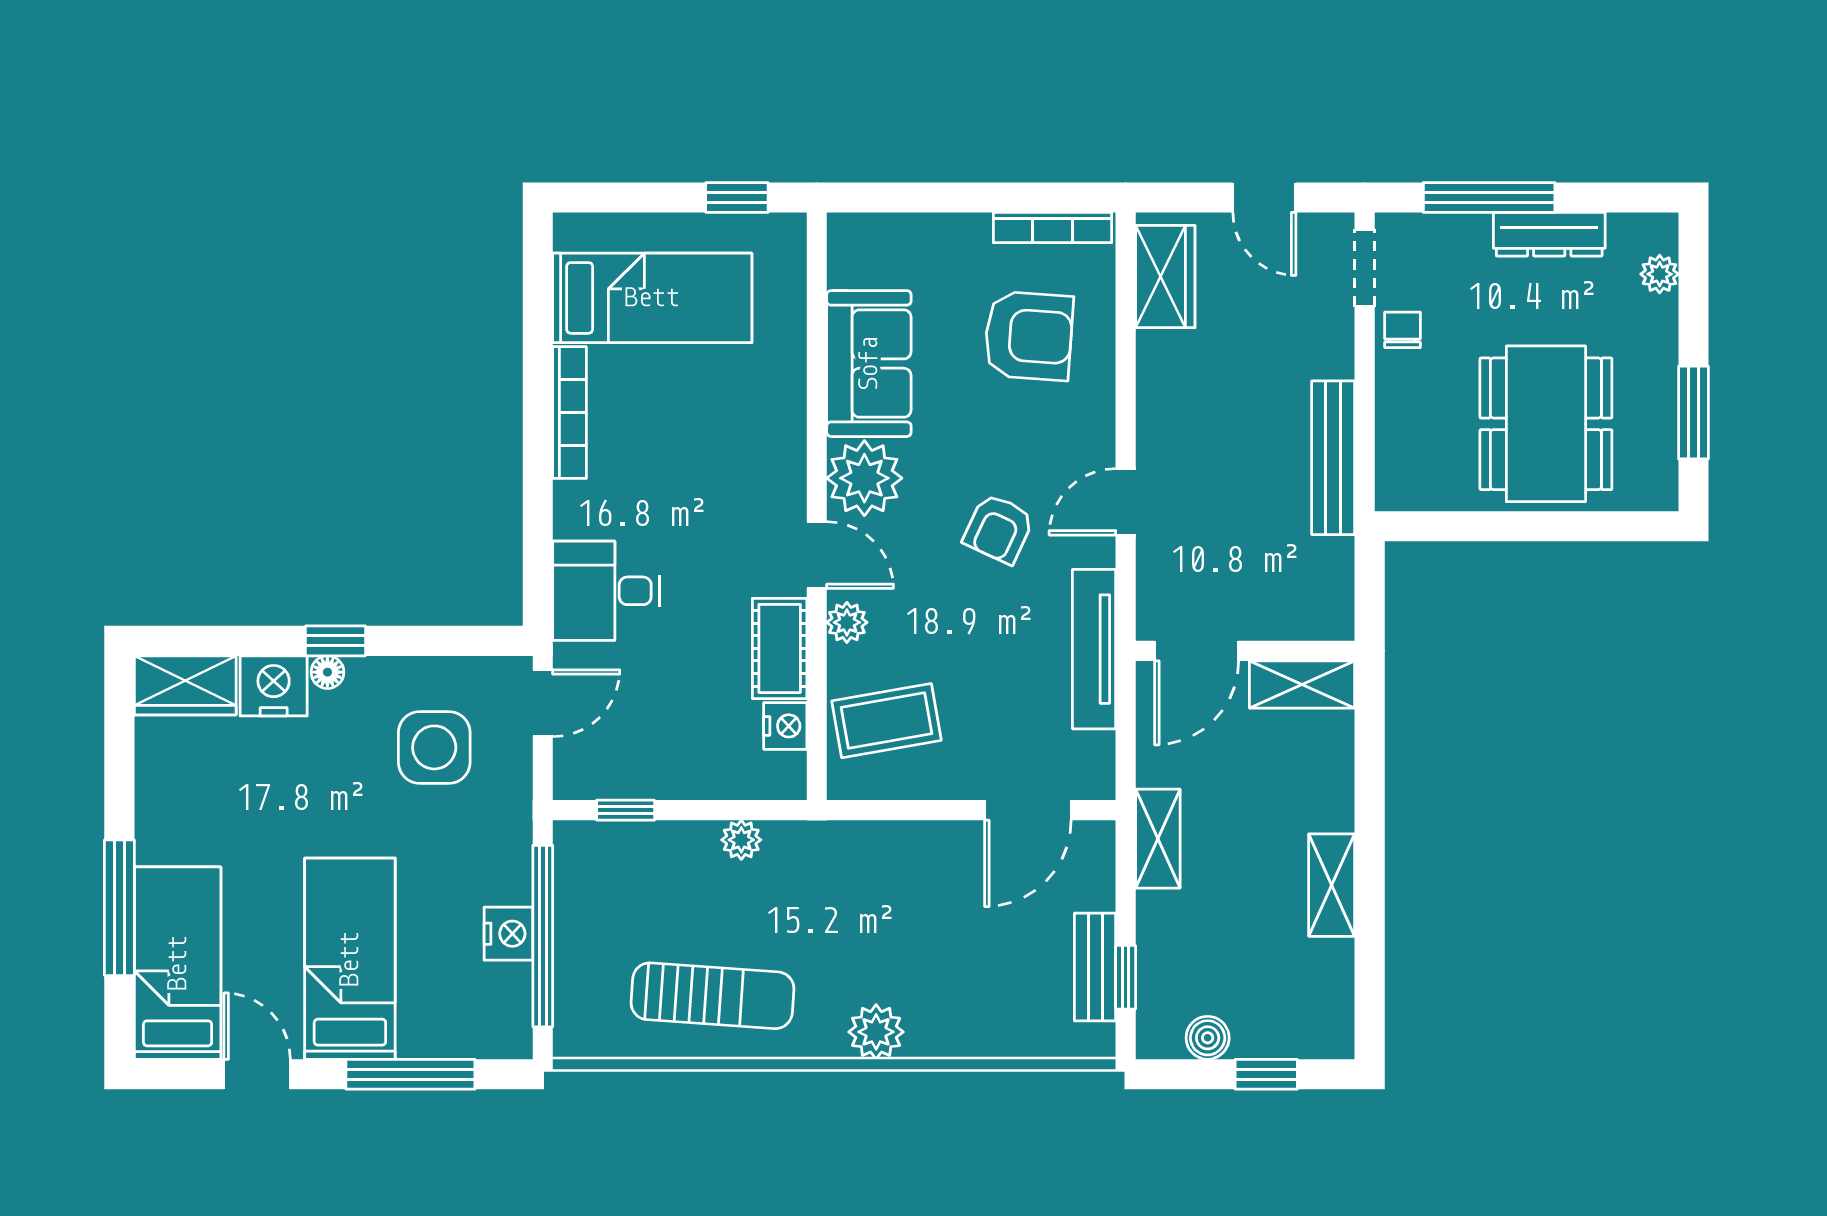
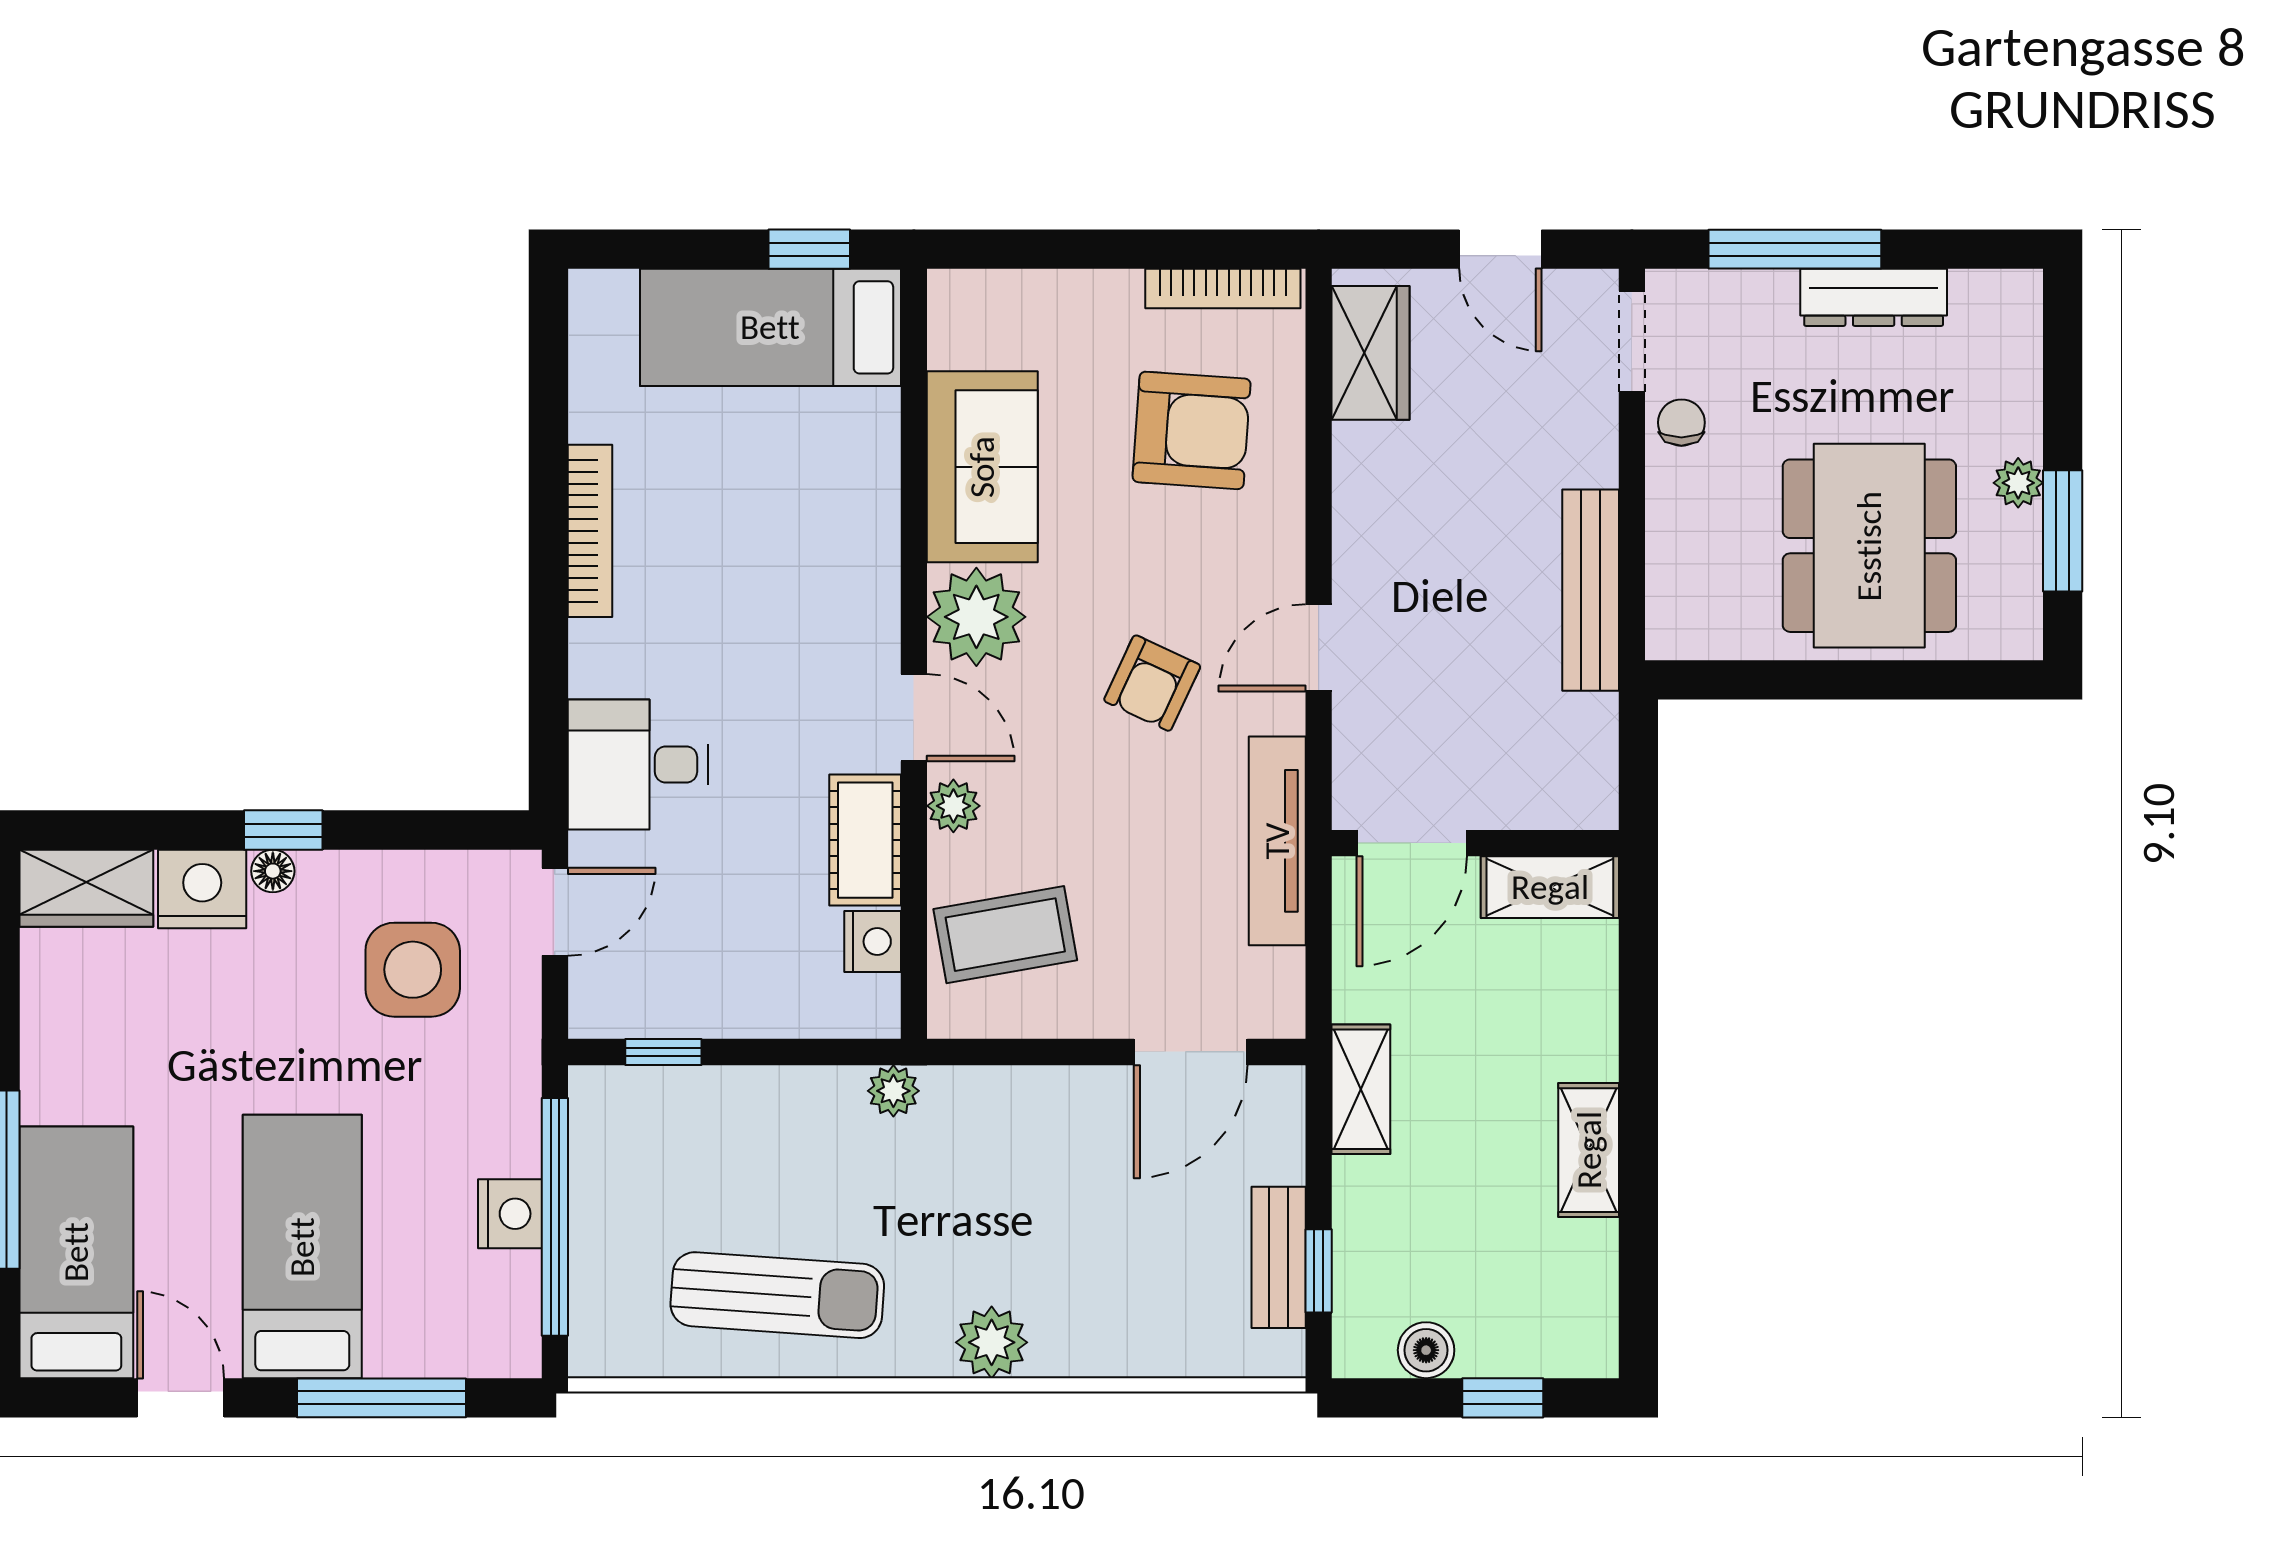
plant: (1660, 274) -> (2018, 483), moved
bed: (652, 298) -> (770, 327), moved, turned 180
plant: (741, 840) -> (893, 1091), moved

